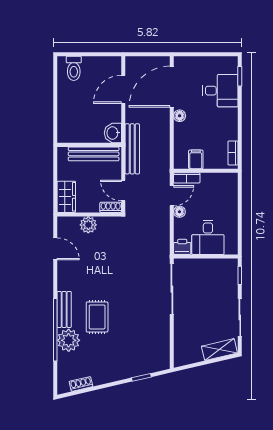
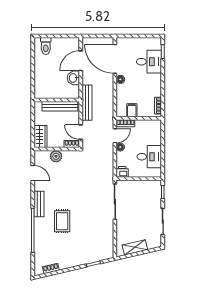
door: (172, 87) -> (115, 59), hinge flipped
washbasin: (113, 133) -> (73, 78), moved
desk: (208, 237) -> (149, 157), moved, turned -90
bench: (64, 309) -> (39, 204), moved
plant: (69, 340) -> (42, 238), removed
shelving: (219, 350) -> (135, 247), moved

